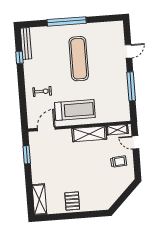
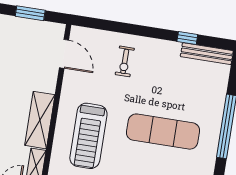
treadmill: (75, 110) -> (88, 136), moved

